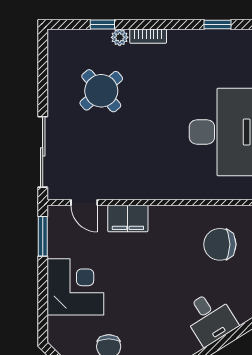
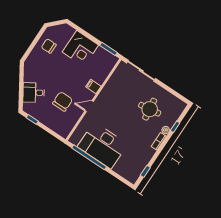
round table: (101, 91) -> (150, 109), turned 33
door: (84, 203) -> (89, 106), moved
filing cabinet: (128, 219) -> (93, 86), width x0.50
chair: (220, 244) -> (63, 101), moved

